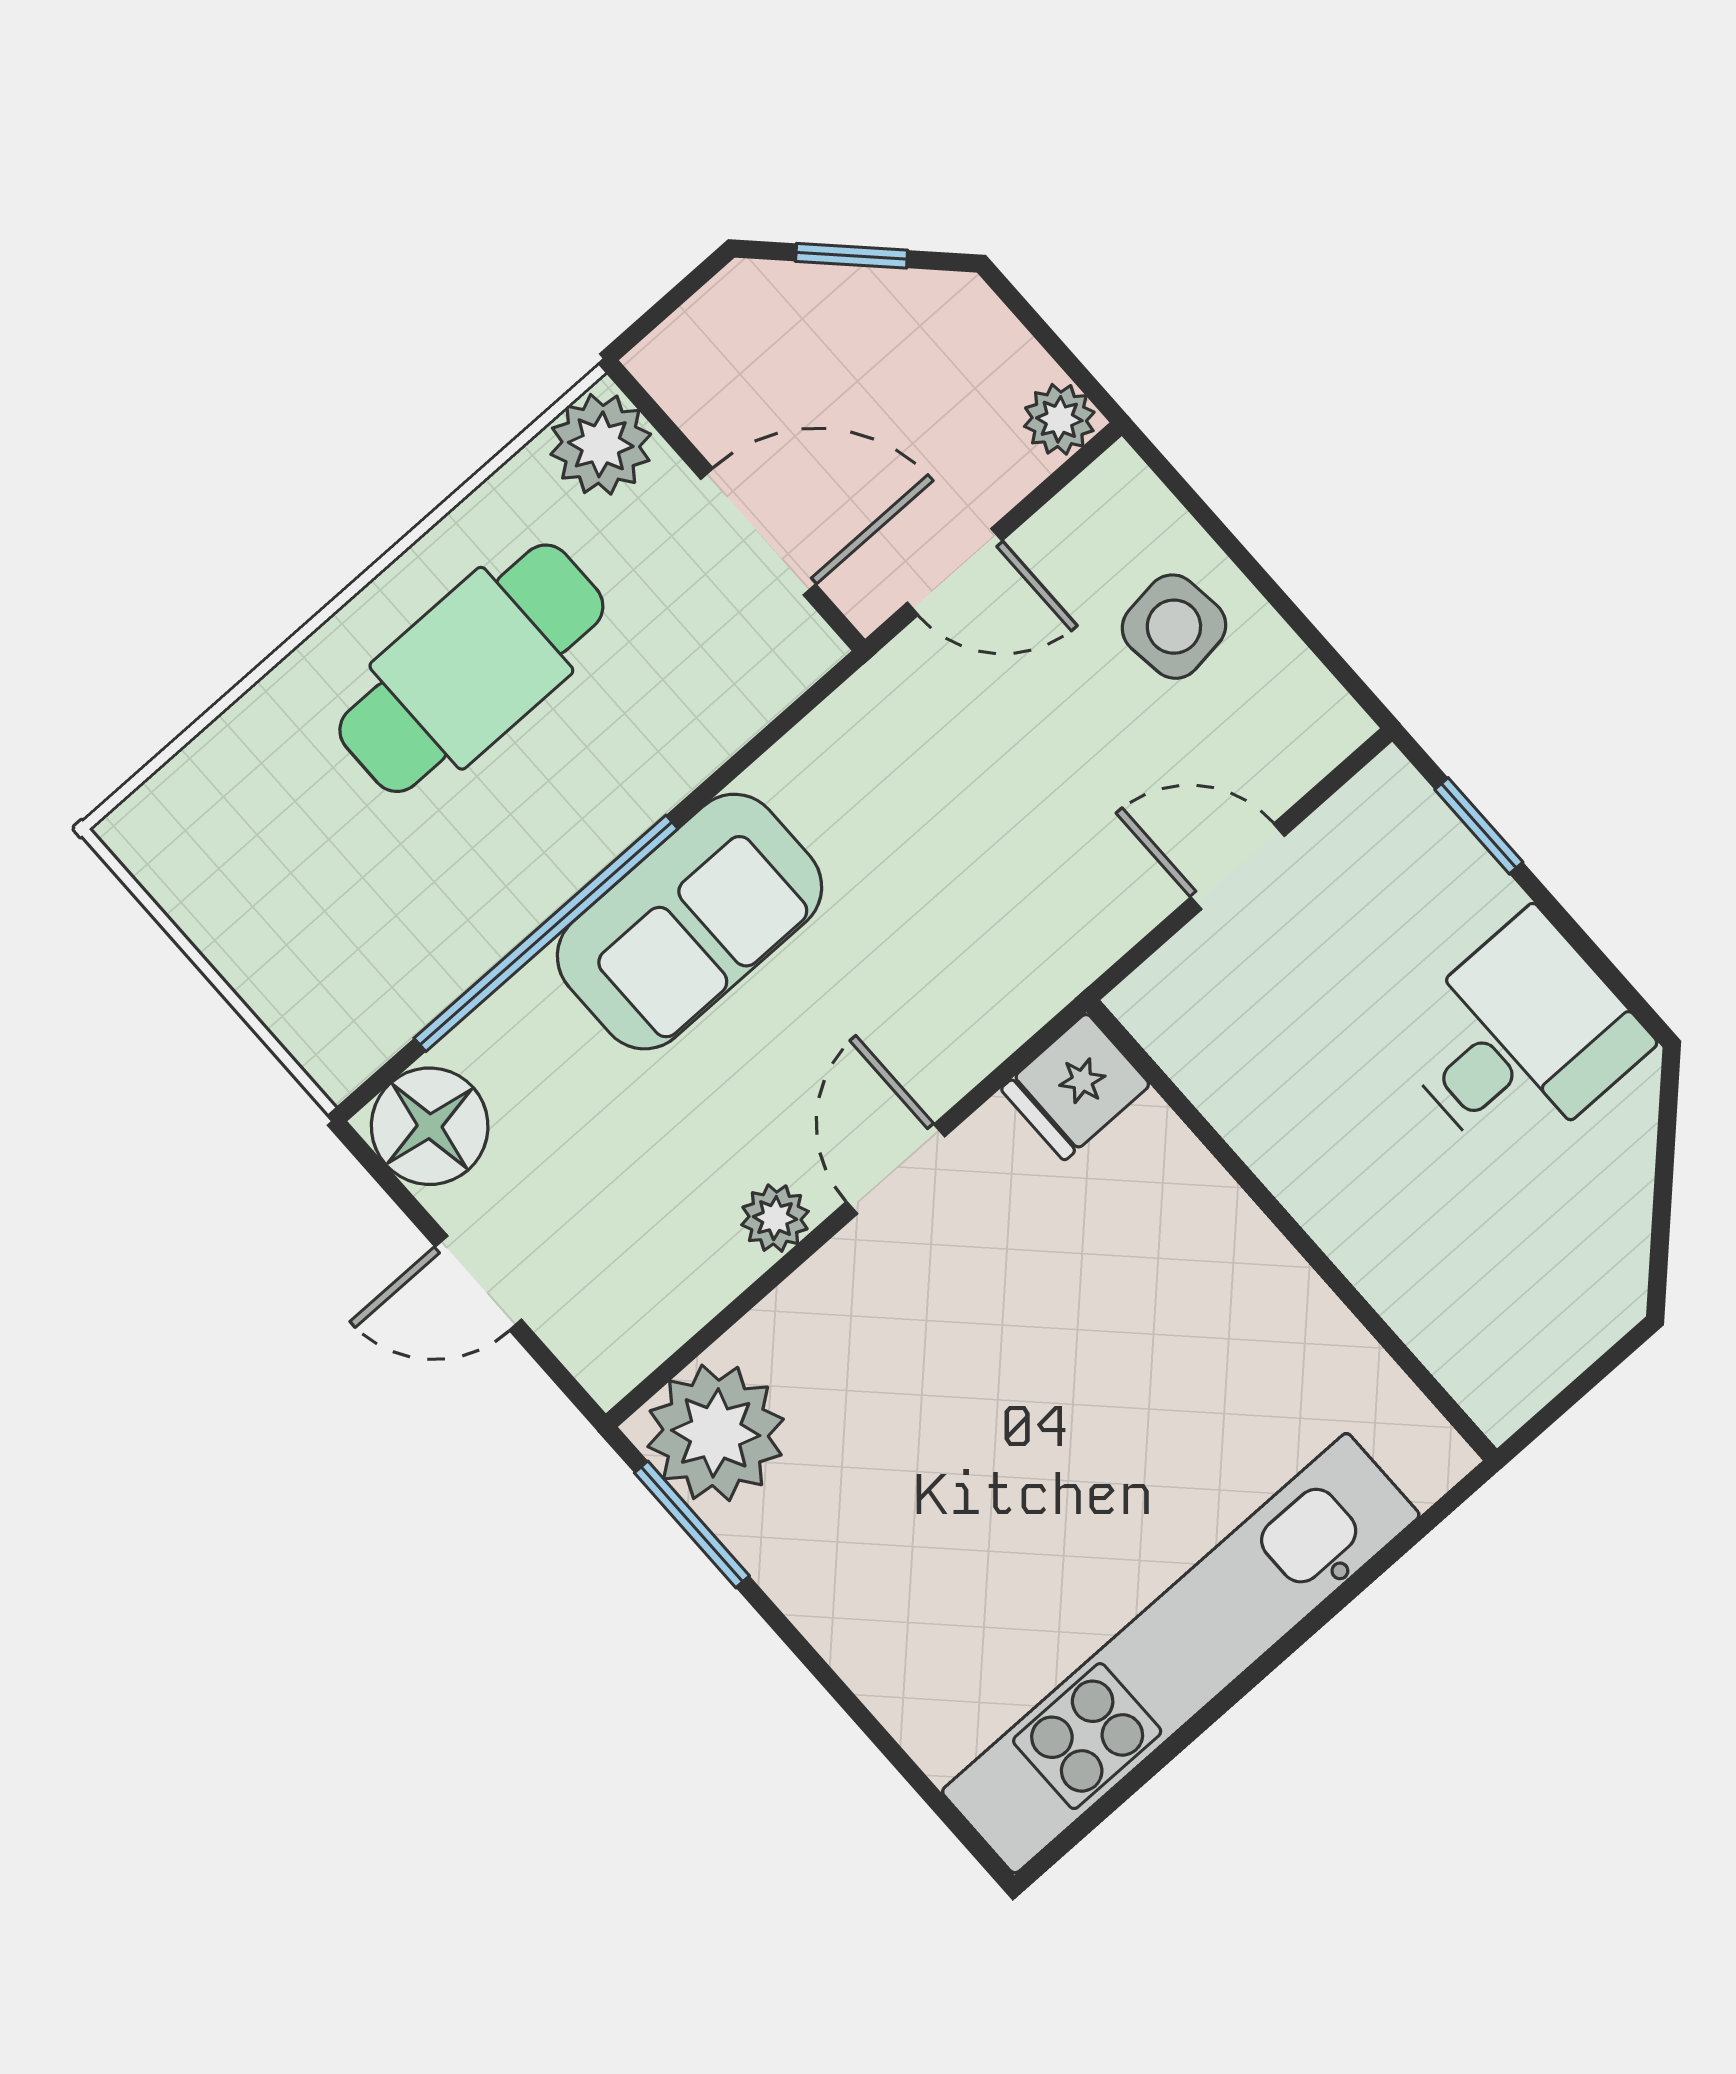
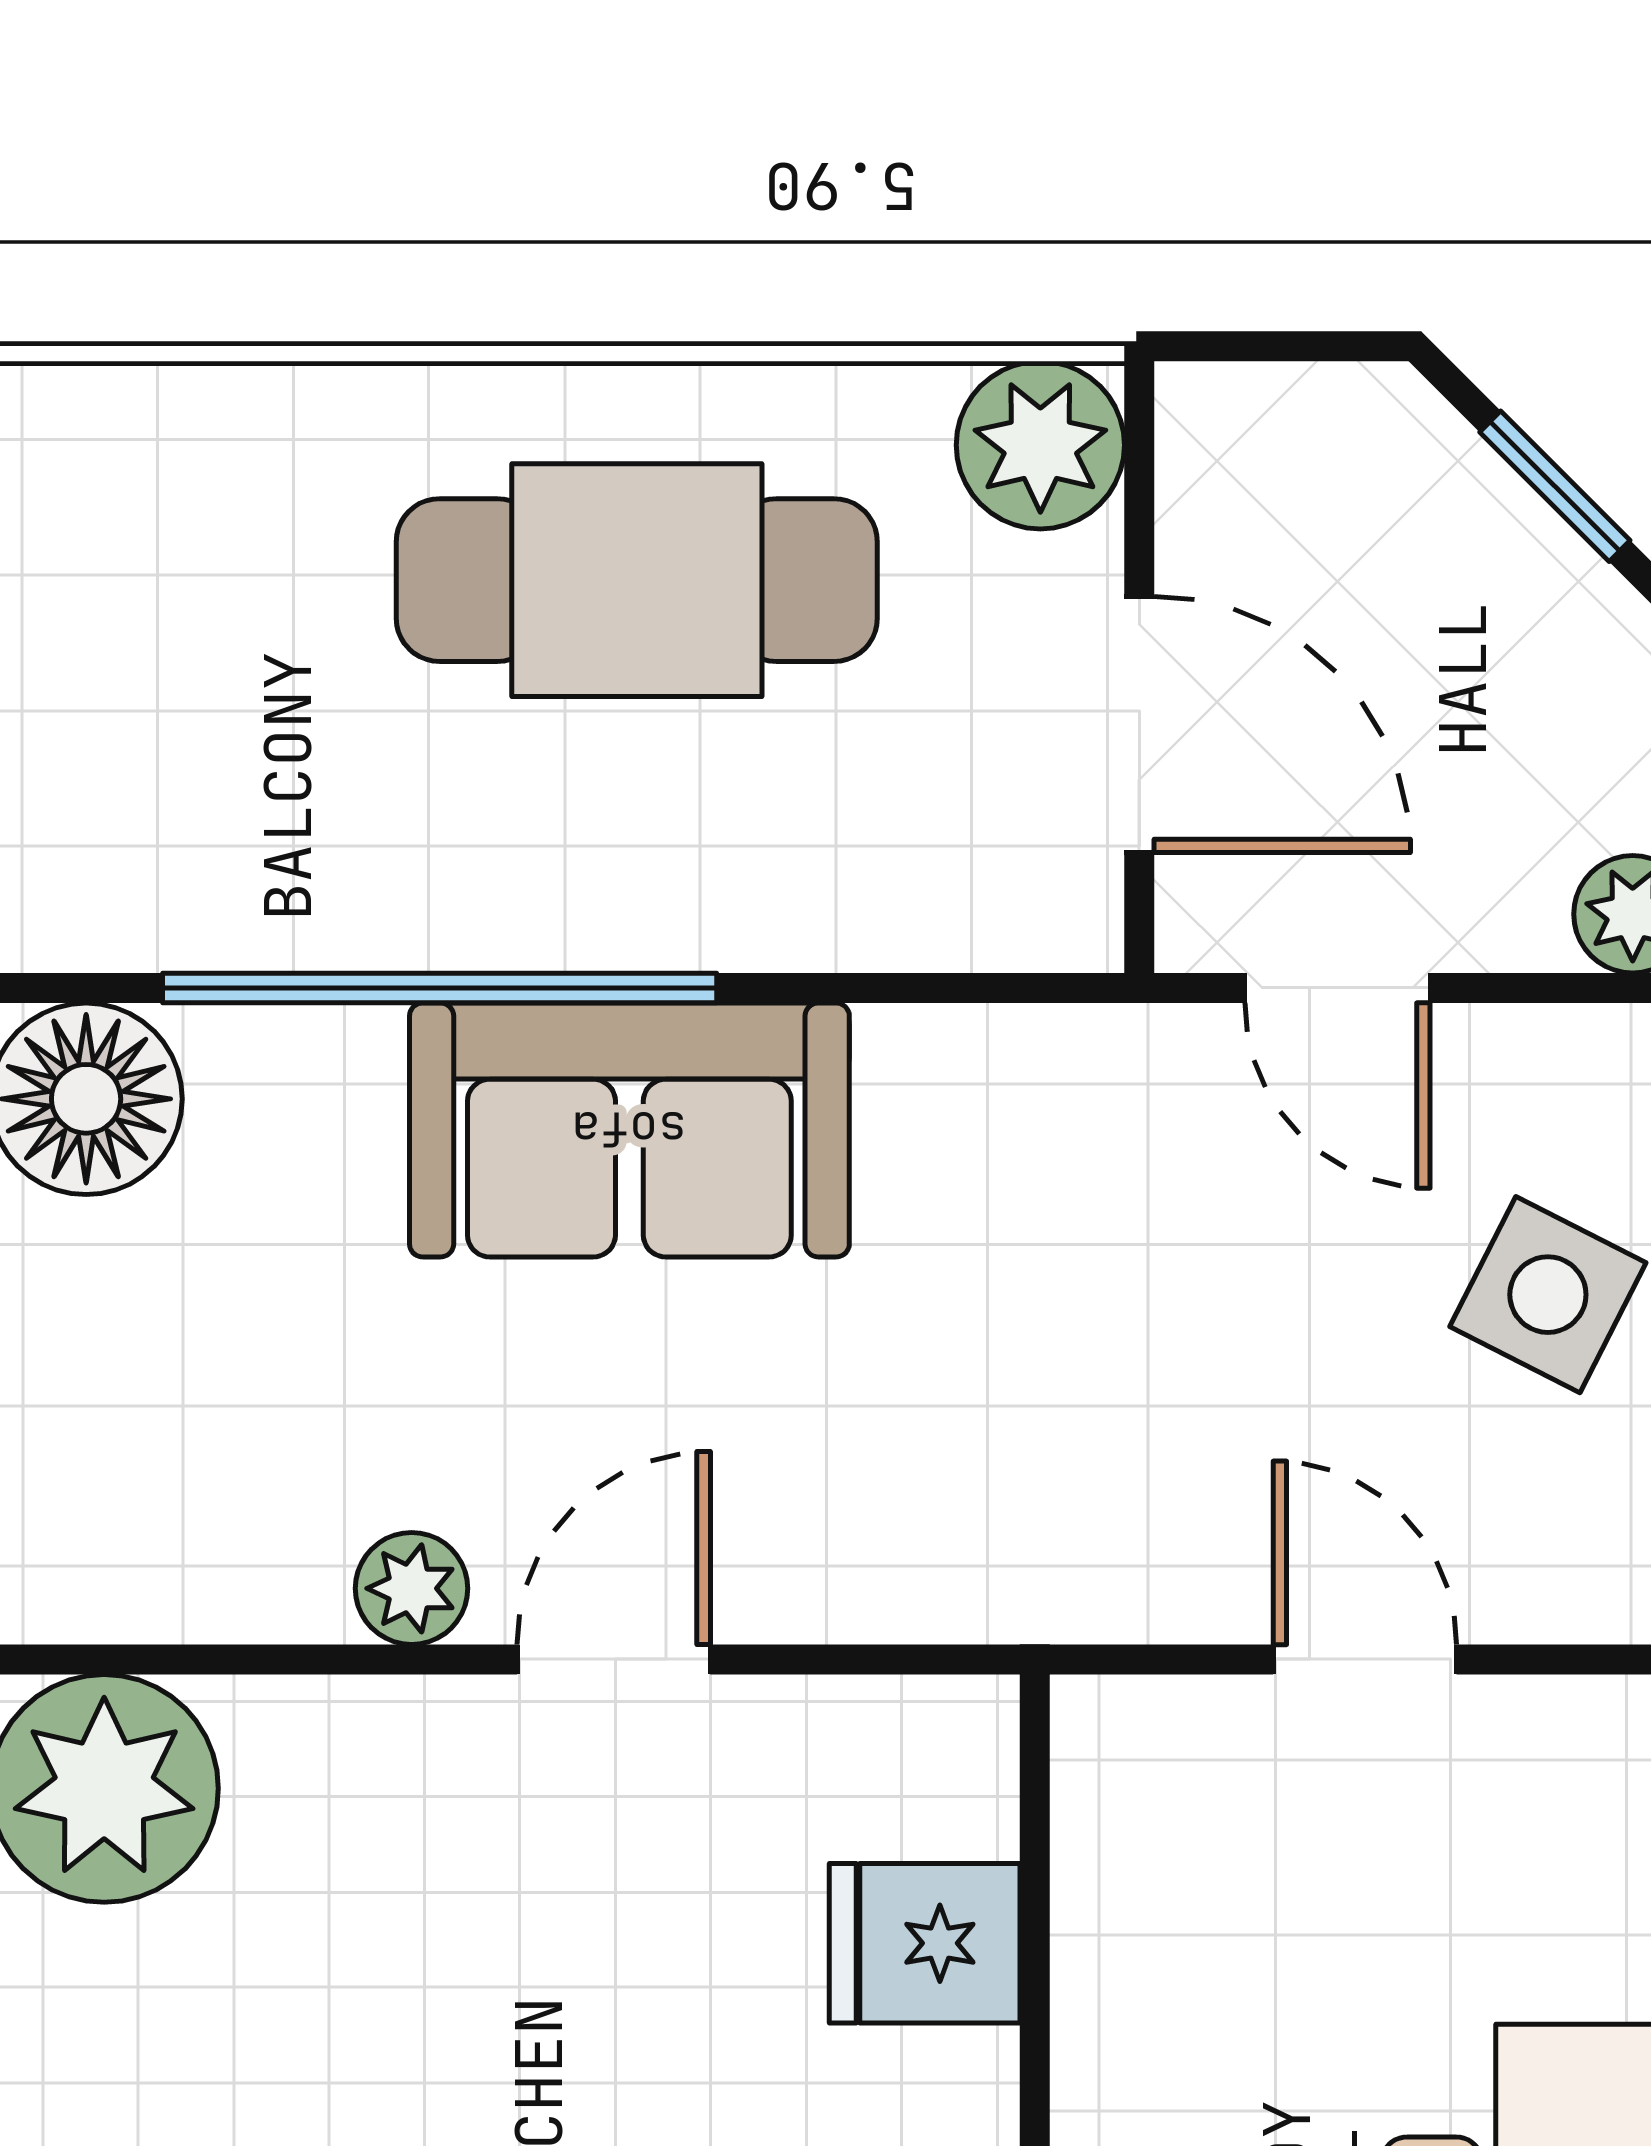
side table: (1174, 627) -> (1548, 1295), turned 34
fridge: (1075, 1087) -> (925, 1943), moved

